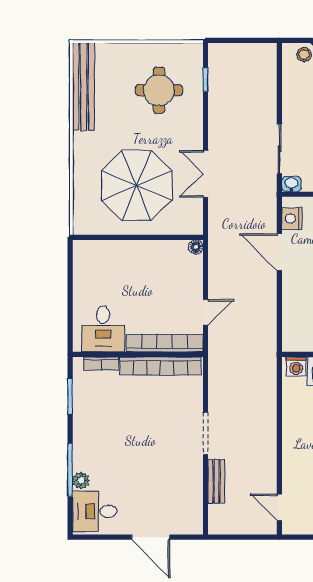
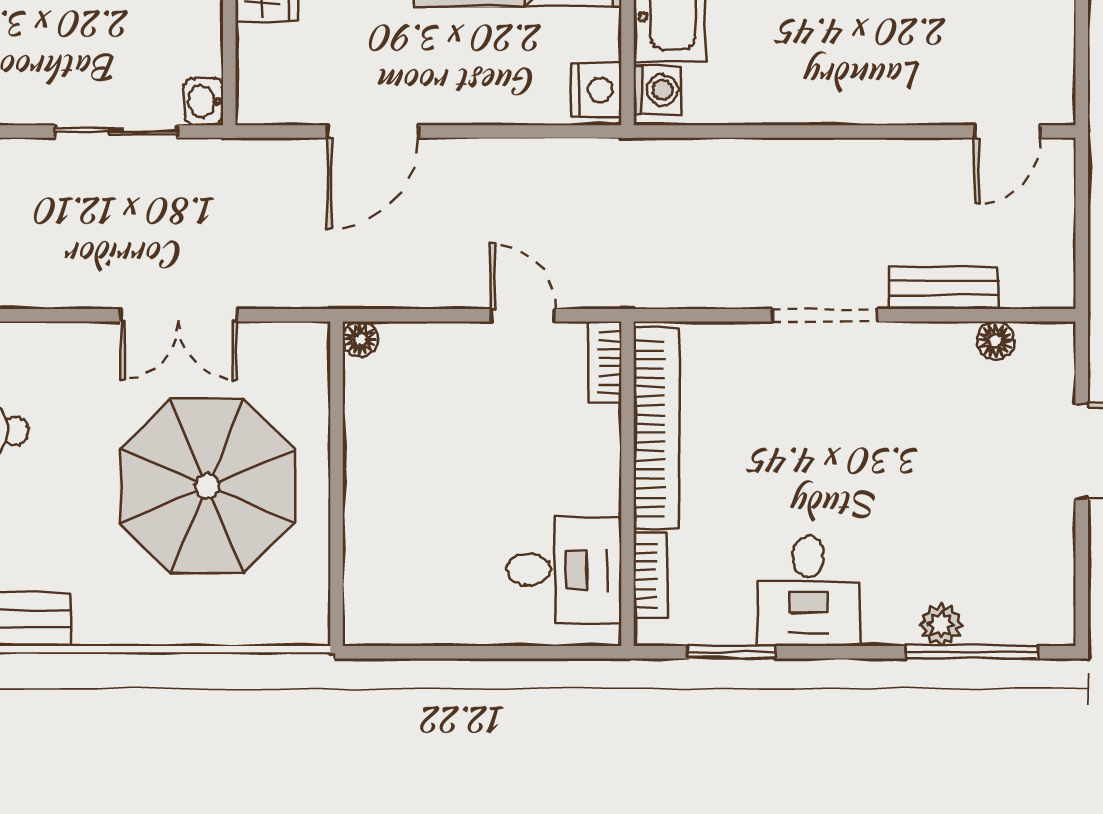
nightstand: (292, 219) -> (596, 90), moved, turned -90
bookcase: (165, 343) -> (605, 363), width x0.43, depth x0.76
window: (70, 470) -> (972, 652), moved
floor lamp: (195, 502) -> (995, 340), added
desk: (95, 511) -> (808, 591), moved

